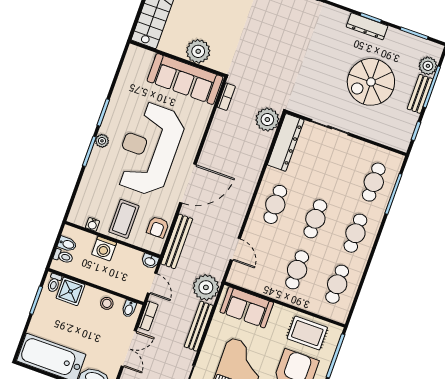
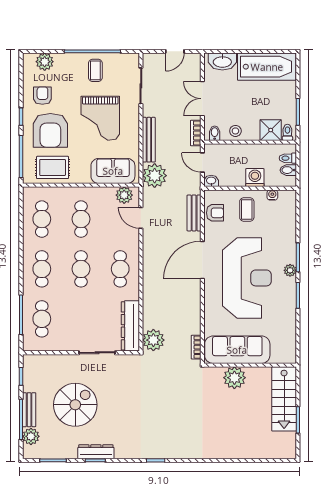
coffee table: (124, 219) -> (247, 209), width x0.73, depth x0.77
armchair: (158, 227) -> (215, 213), turned 90
bench: (177, 241) -> (194, 213), width x0.73
plant: (244, 278) -> (124, 195), added

